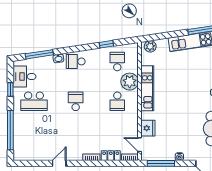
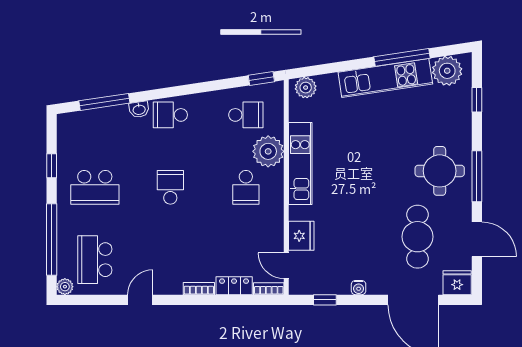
window: (106, 44) -> (261, 78), moved
school desk: (117, 61) -> (246, 115), turned 90
desk: (24, 77) -> (78, 142), removed
school desk: (34, 141) -> (95, 260), added
plant: (18, 156) -> (65, 287), added
window: (161, 163) -> (325, 300), width x0.46

